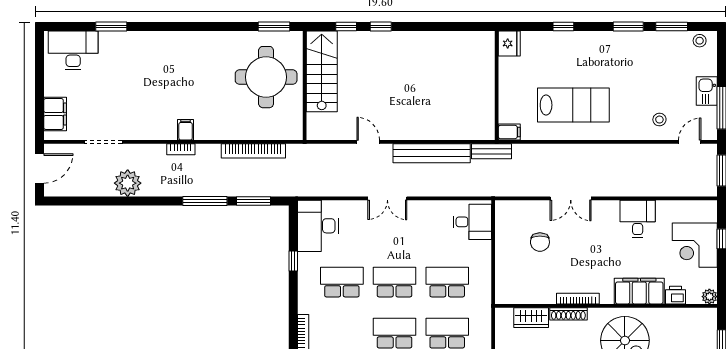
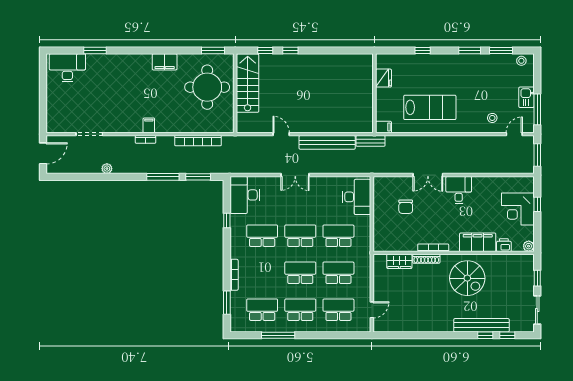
fridge: (509, 43) -> (383, 78), moved
filing cabinet: (55, 114) -> (165, 62), moved, turned 90
plant: (128, 183) -> (107, 169), width x0.53, depth x0.53
desk: (638, 219) -> (459, 190), moved
desk: (472, 222) -> (357, 197), width x1.37

